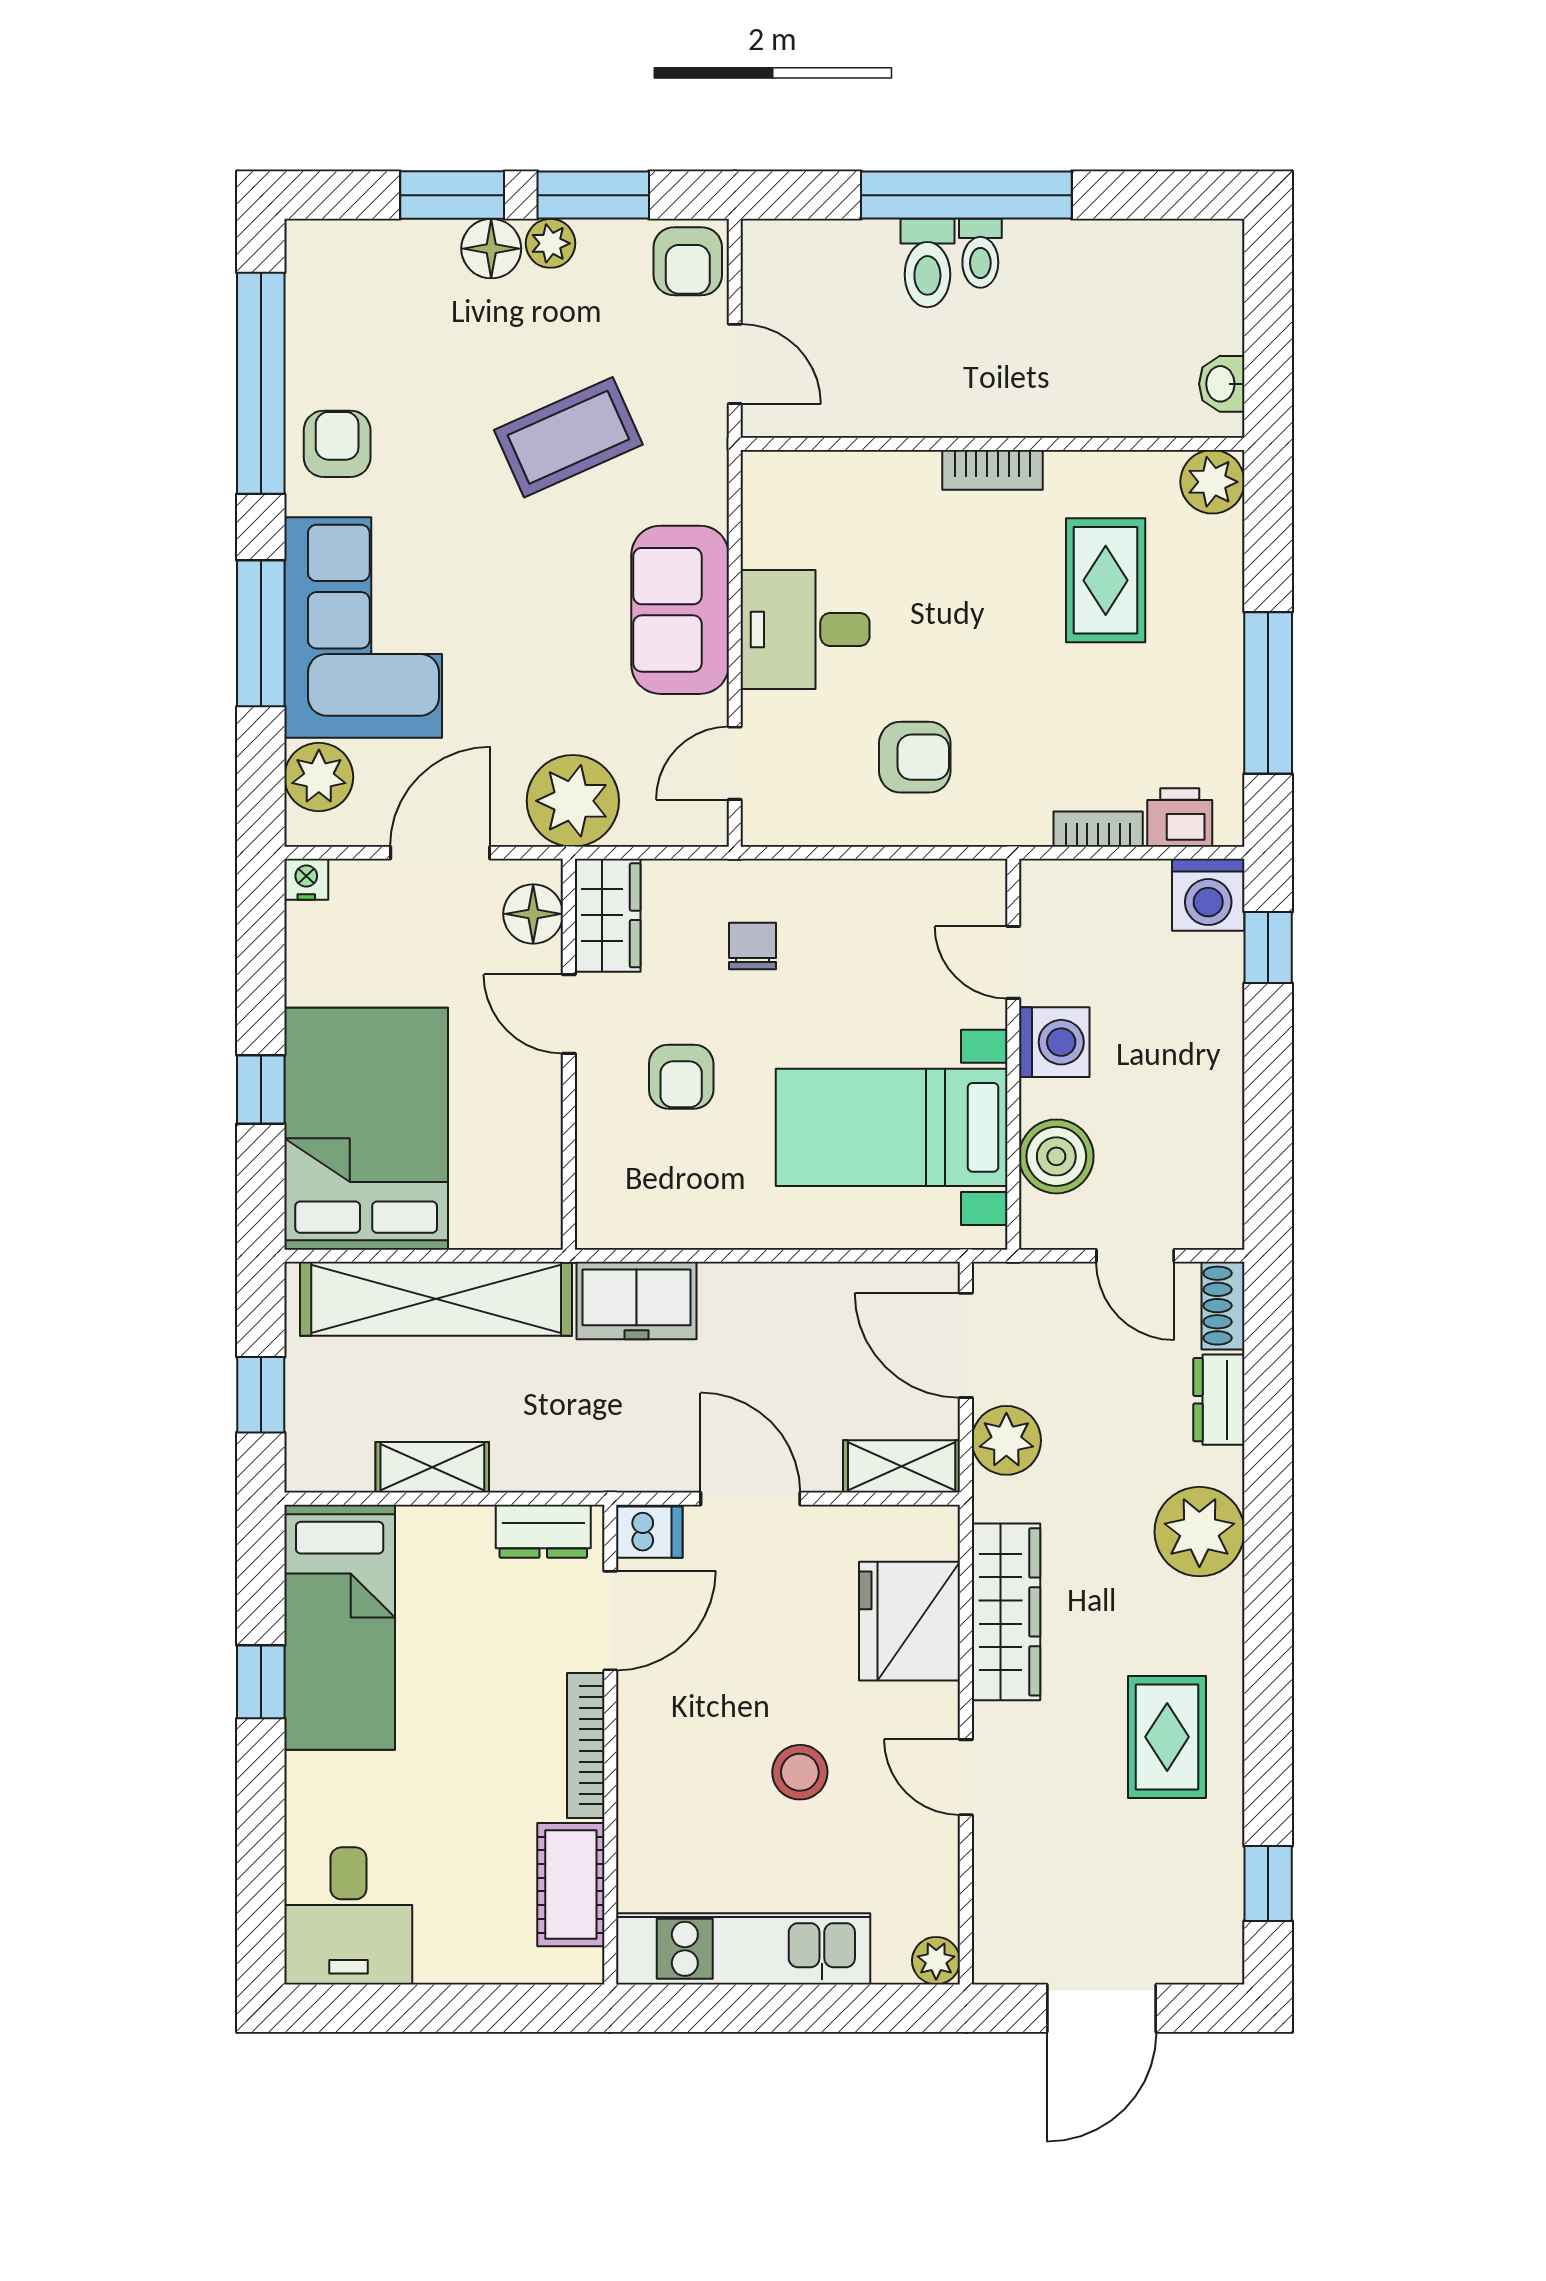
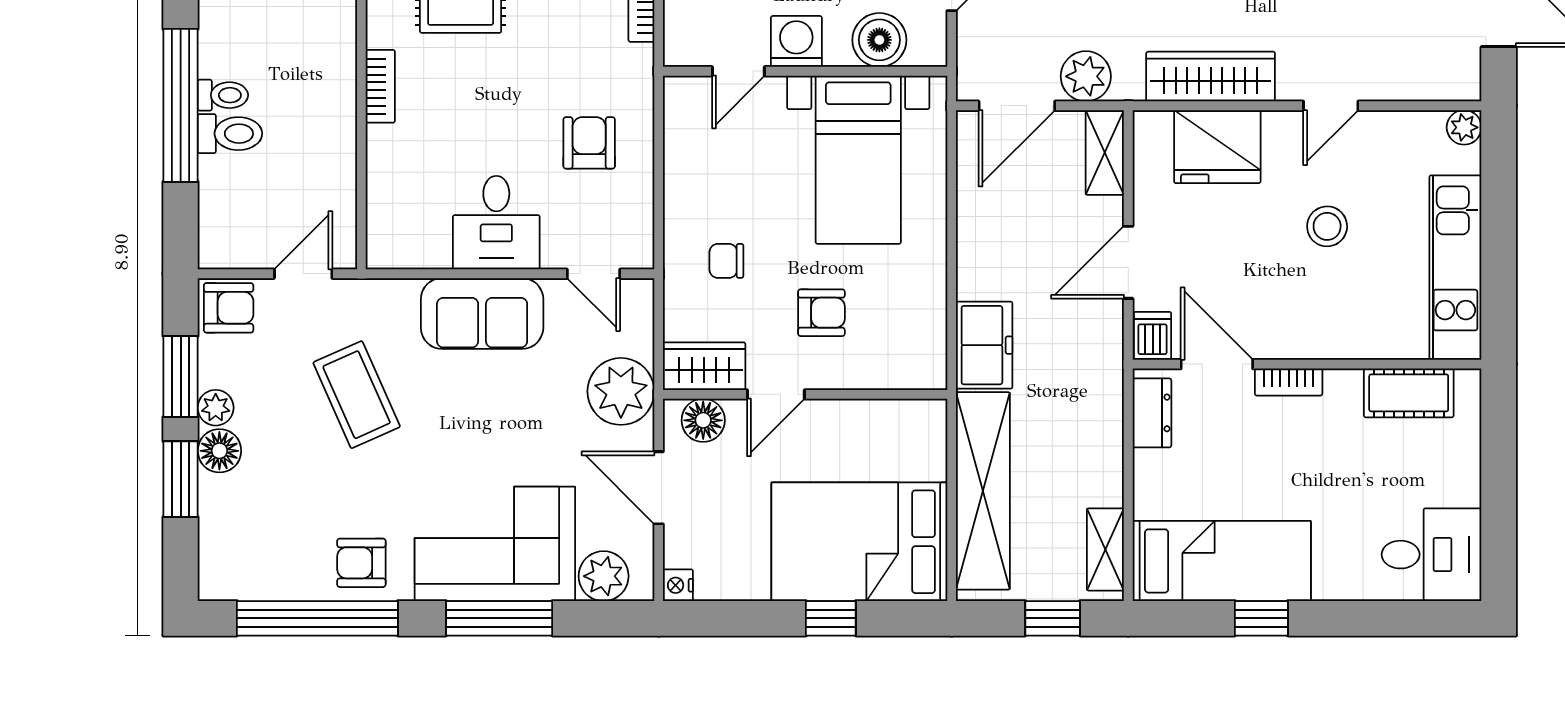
shelving: (432, 1467) -> (1105, 549), moved
bookcase: (586, 1745) -> (1289, 382), width x0.64

